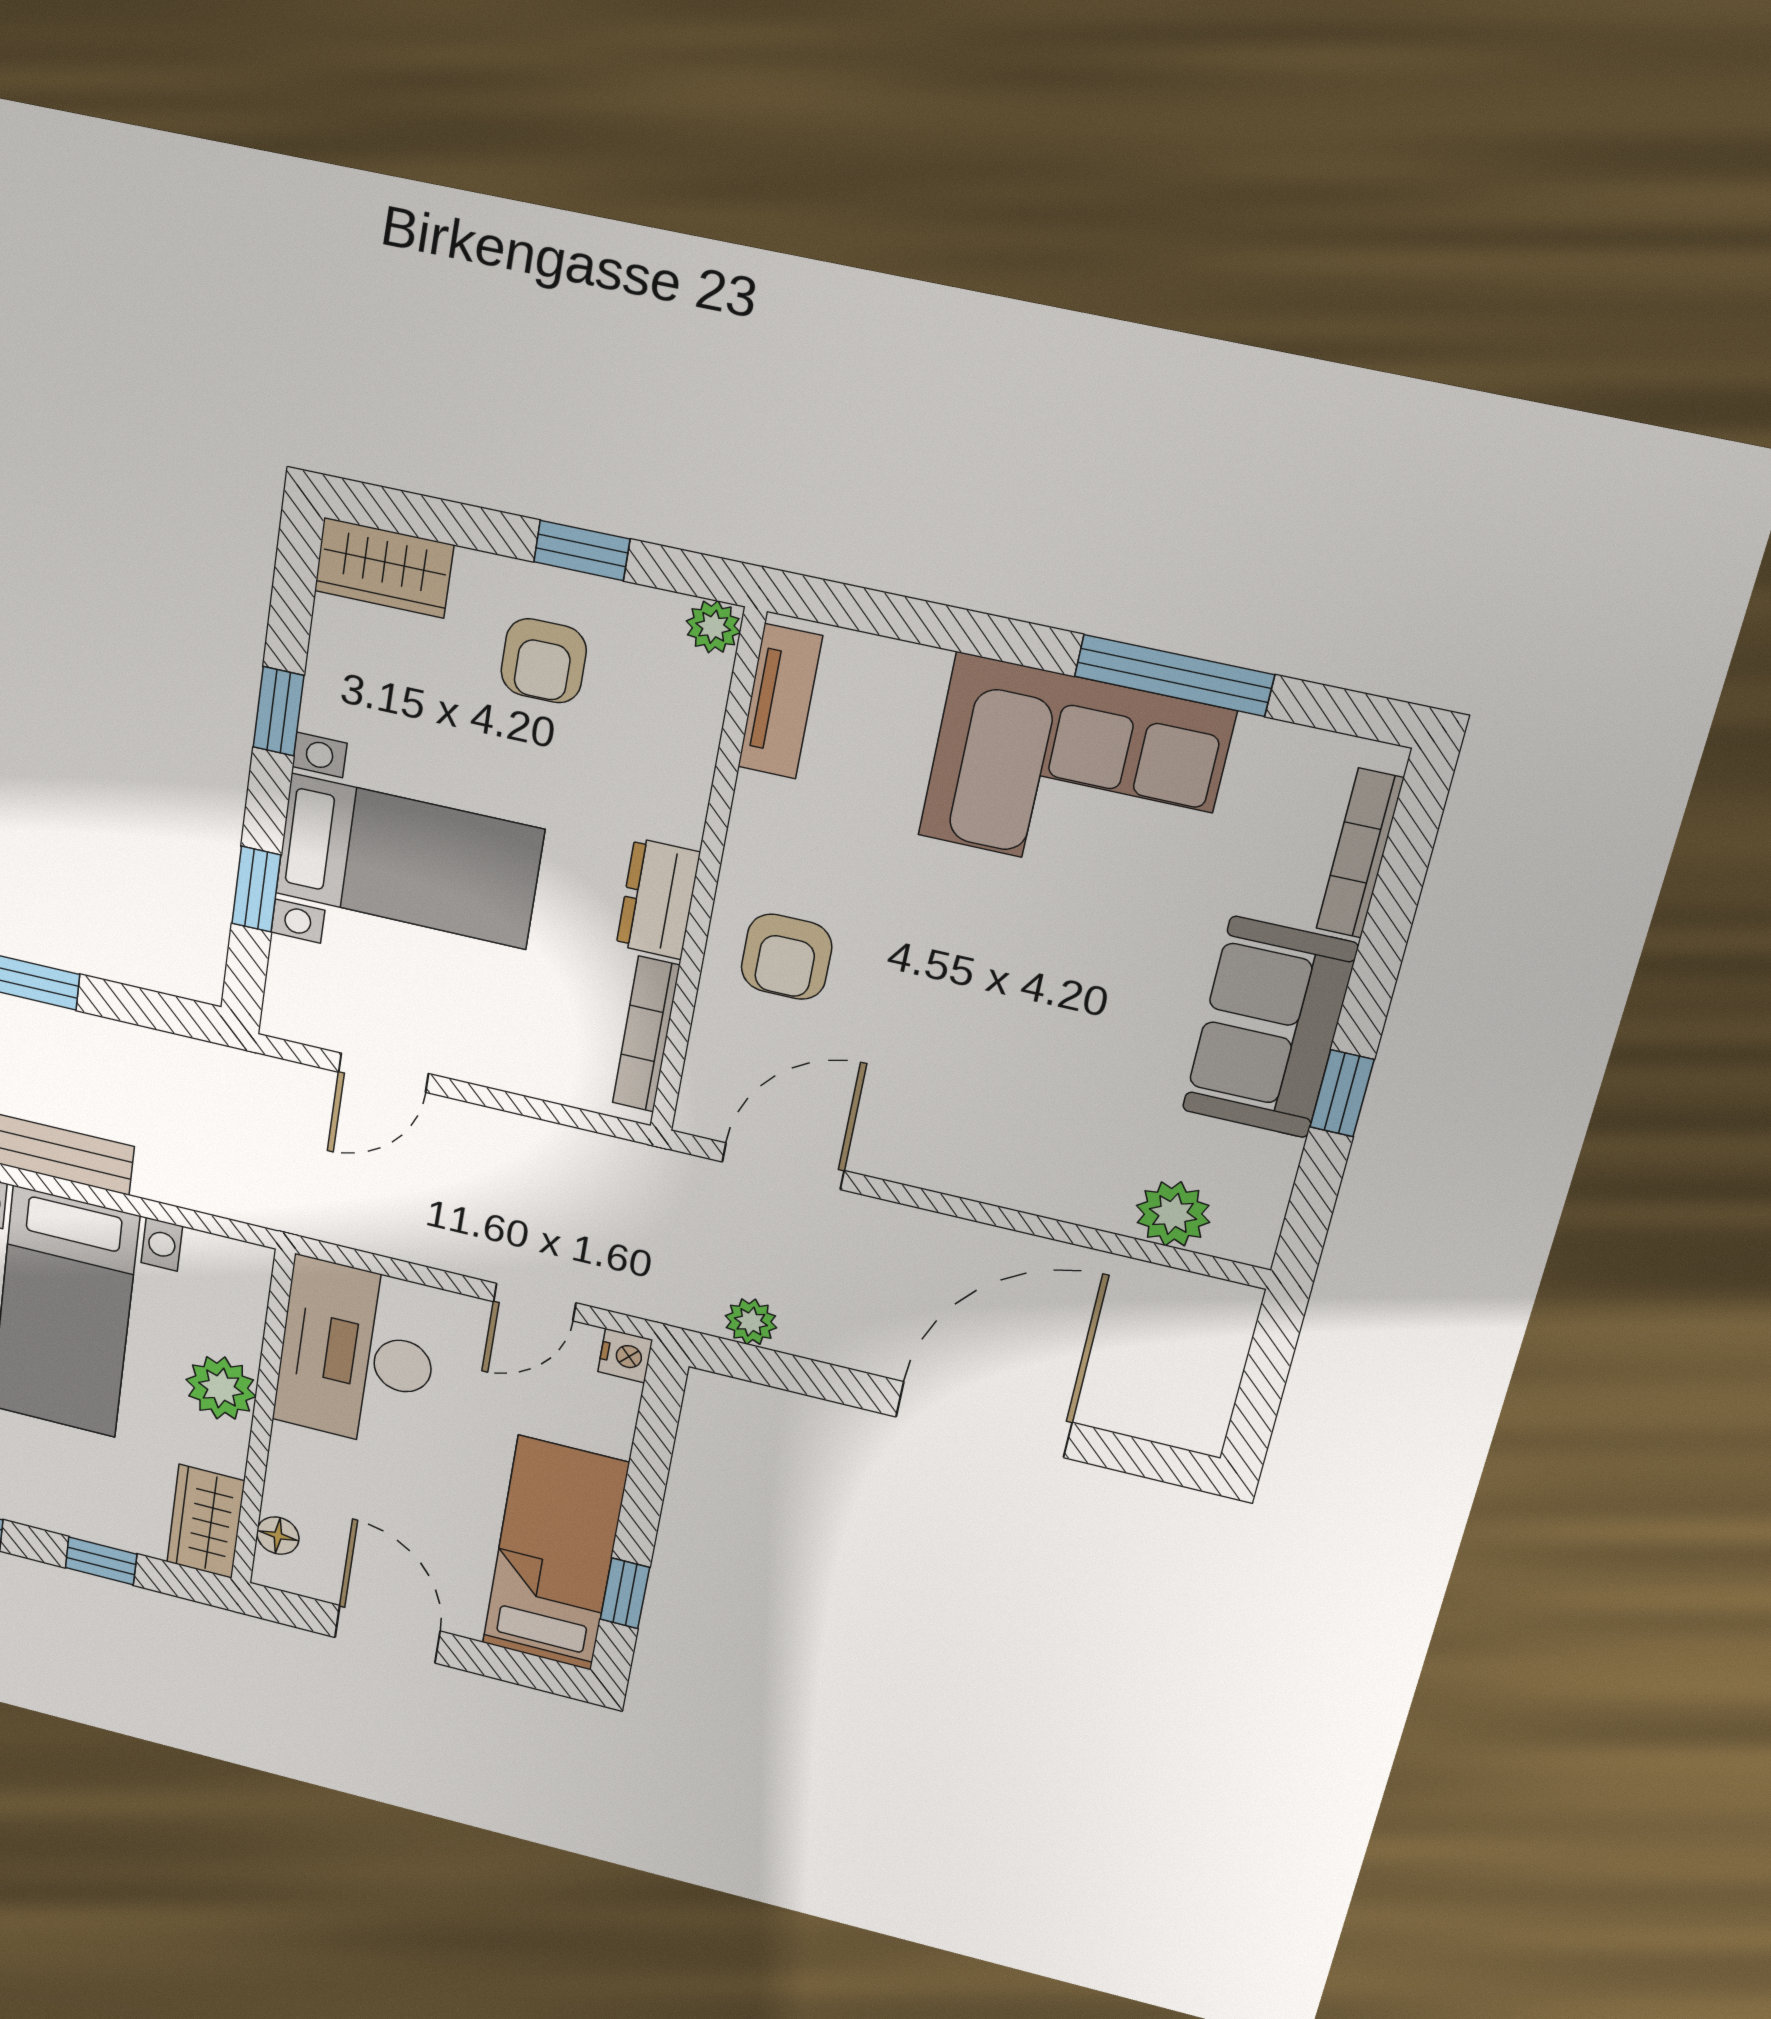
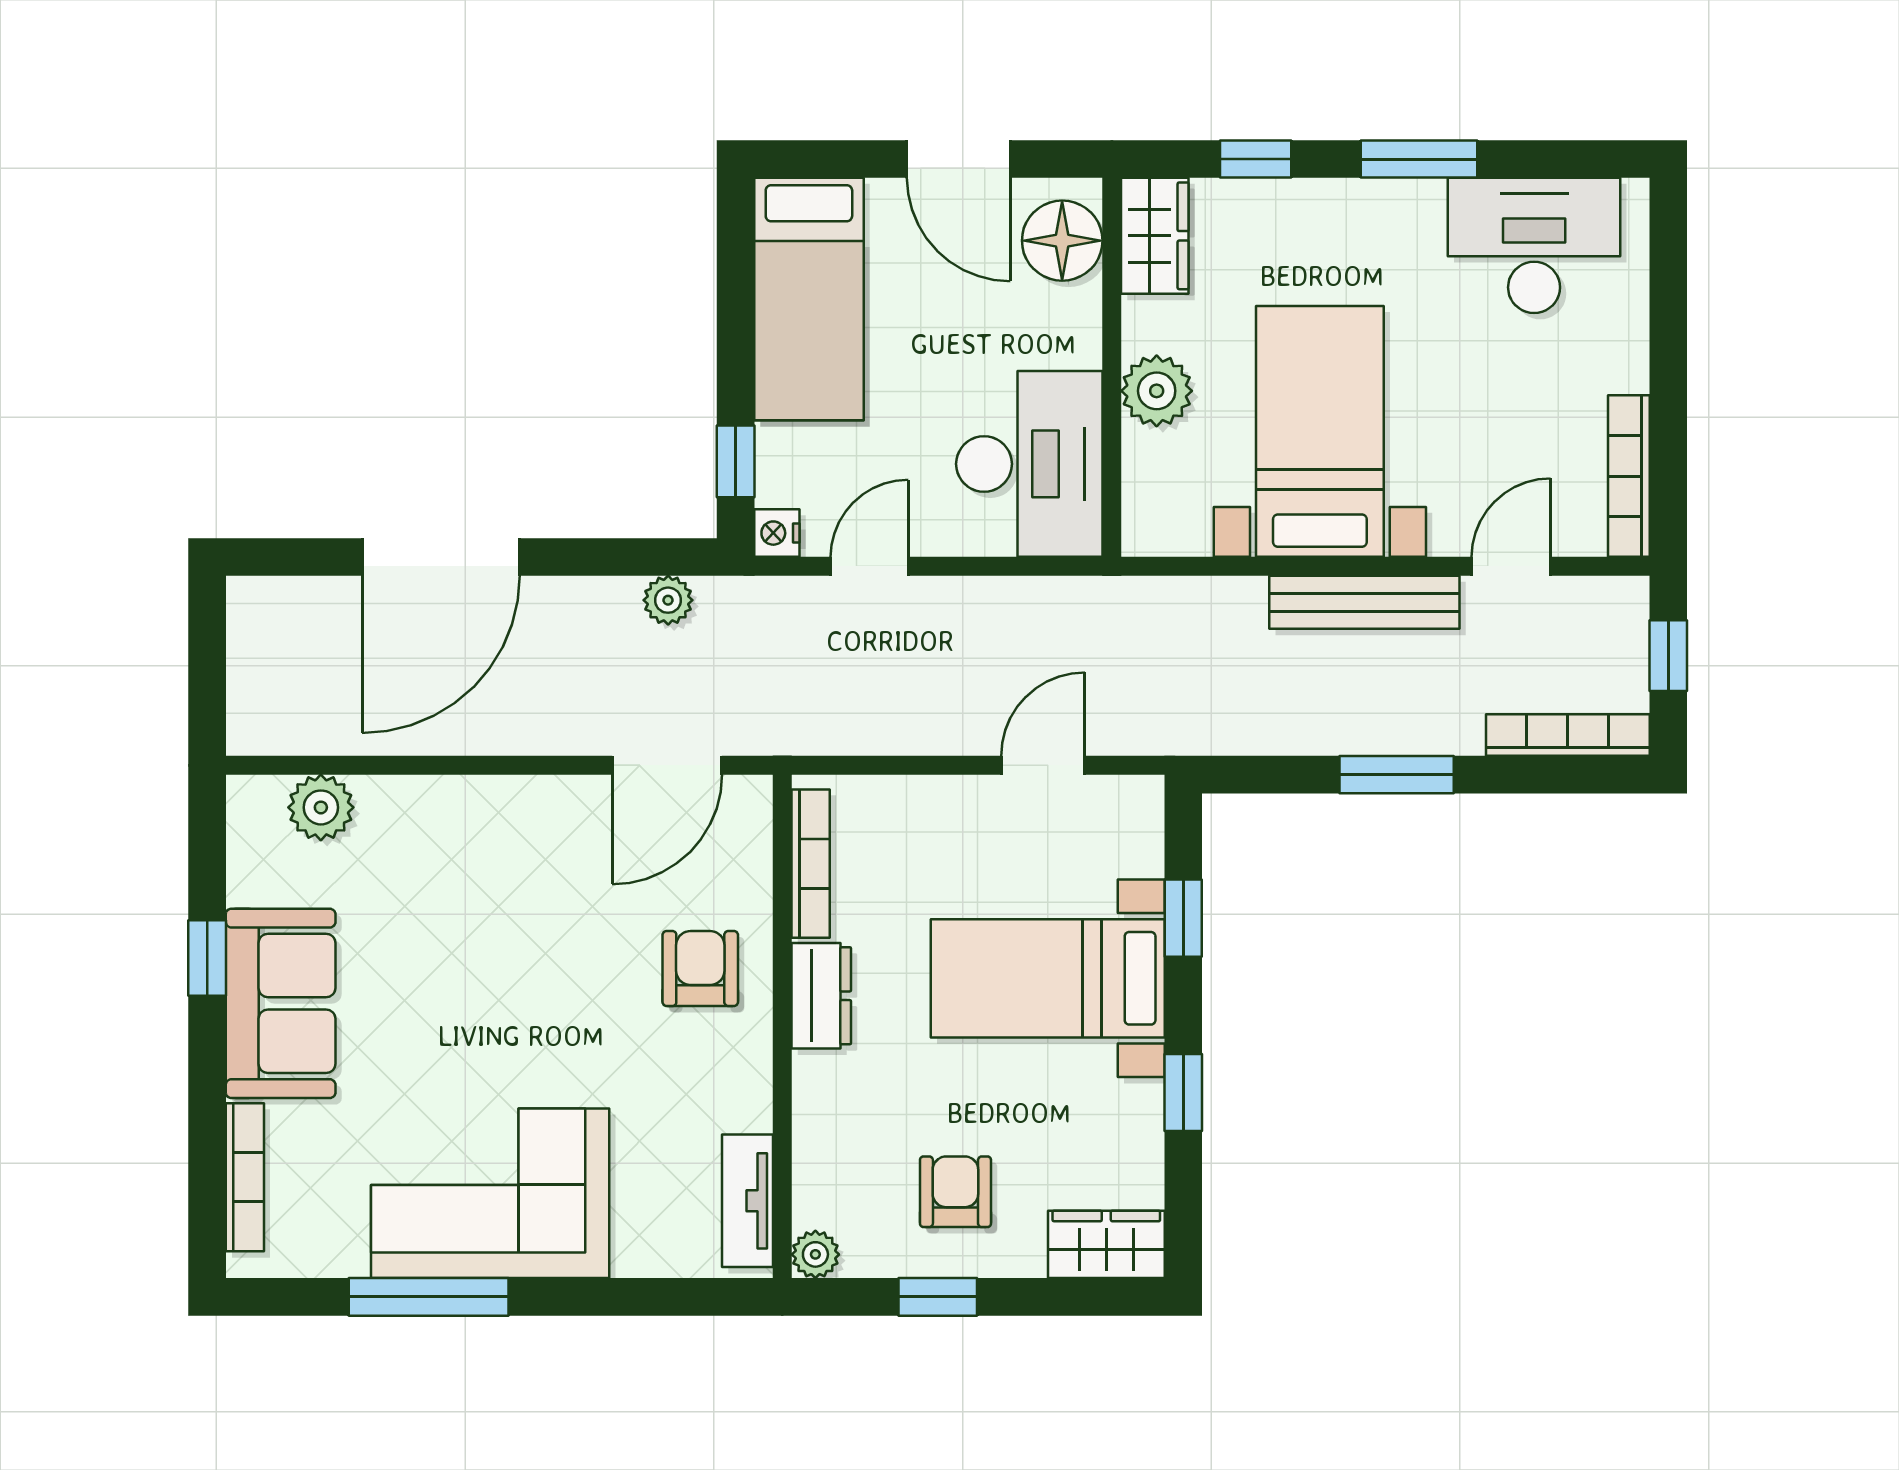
floor lamp: (278, 1536) -> (1062, 241), width x1.89, depth x1.89
window: (625, 1593) -> (736, 461), moved

